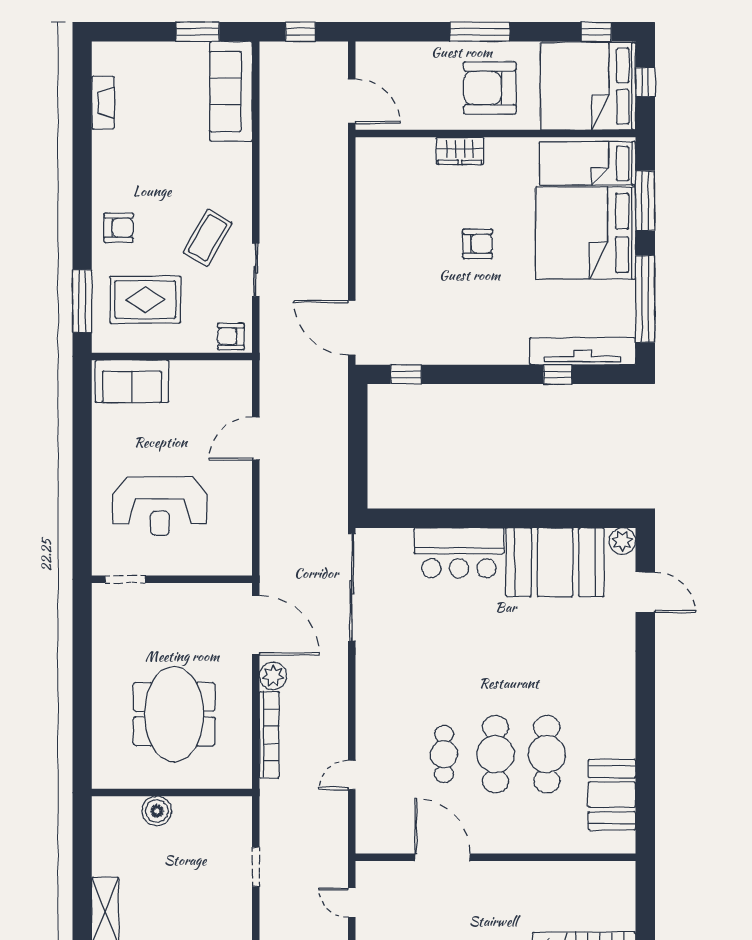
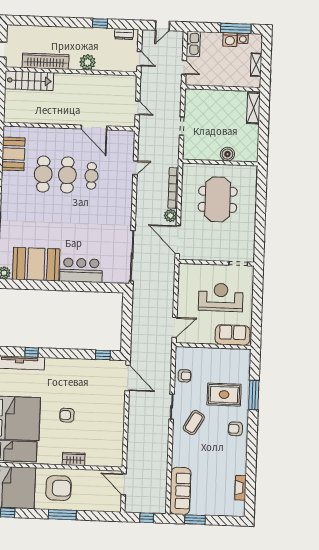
wall: (172, 356) -> (213, 346), moved
sofa: (132, 381) -> (233, 335), moved

